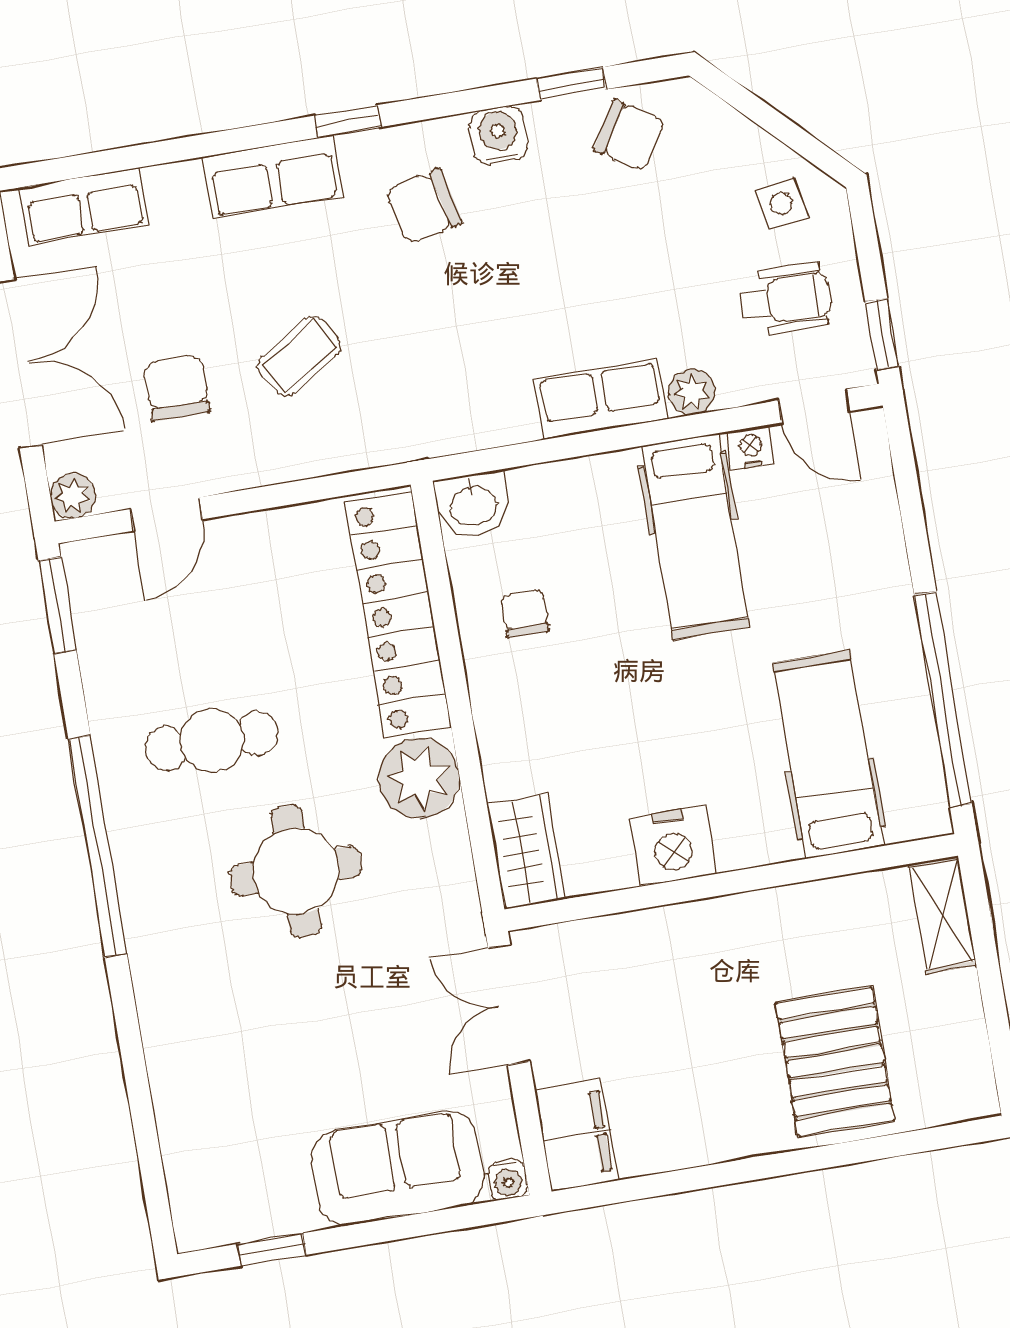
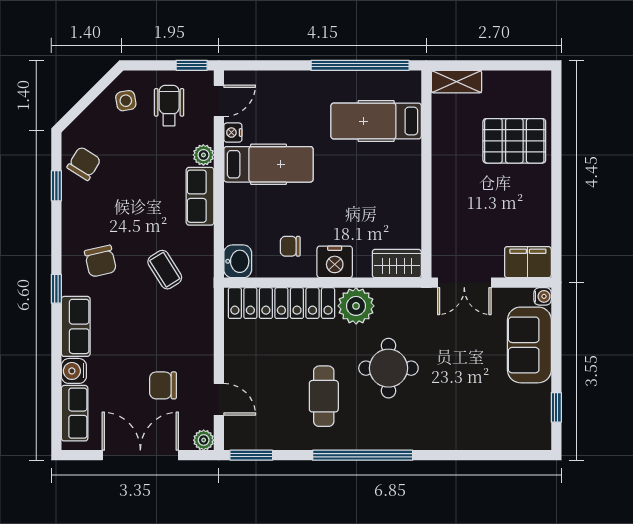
water cooler: (498, 135) -> (74, 371), moved
coffee table: (299, 356) -> (165, 270), moved
nightstand: (673, 846) -> (335, 262), moved, turned 90

